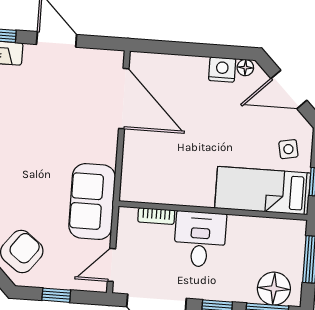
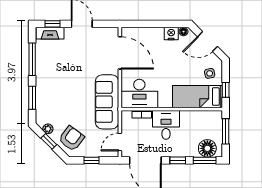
desk: (155, 177) -> (139, 93), added
sofa: (92, 202) -> (107, 102), width x1.36

